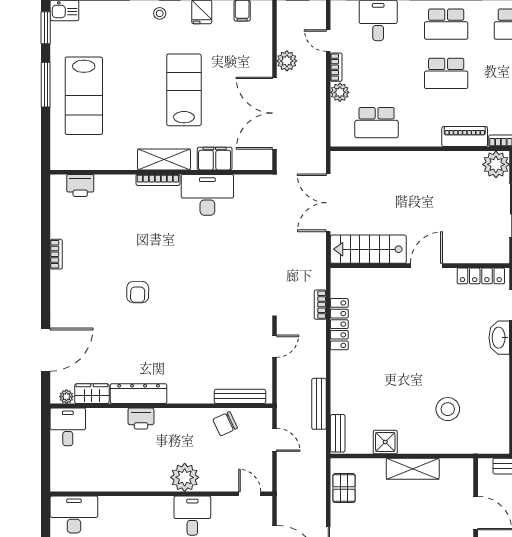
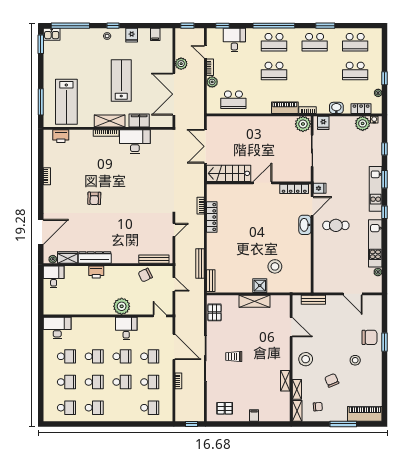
window: (46, 85) -> (41, 102), moved
lab bench: (84, 96) -> (66, 102), moved
shower: (385, 442) -> (260, 286), moved

